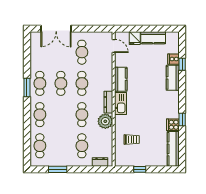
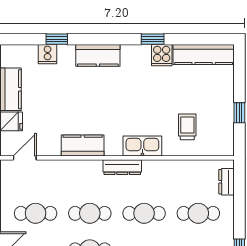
kitchen counter: (173, 78) -> (98, 55), moved
kitchen sink: (121, 103) -> (142, 146), moved
plant: (105, 121) -> (156, 173), removed

